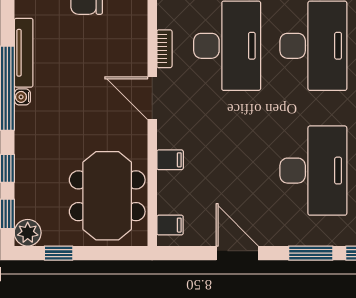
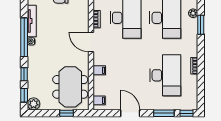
window: (59, 253) -> (66, 113), moved

